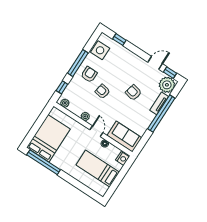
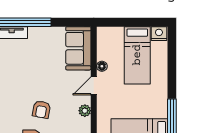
armchair: (134, 93) -> (19, 72), removed
nightstand: (122, 158) -> (159, 34), moved

